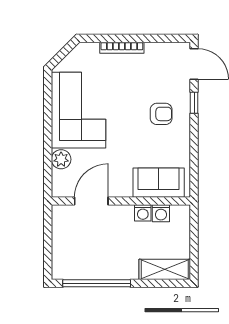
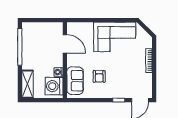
armchair: (161, 114) -> (99, 76), moved
plant: (61, 159) -> (88, 27), removed
washing machine: (161, 213) -> (54, 86), width x1.89, depth x1.89

